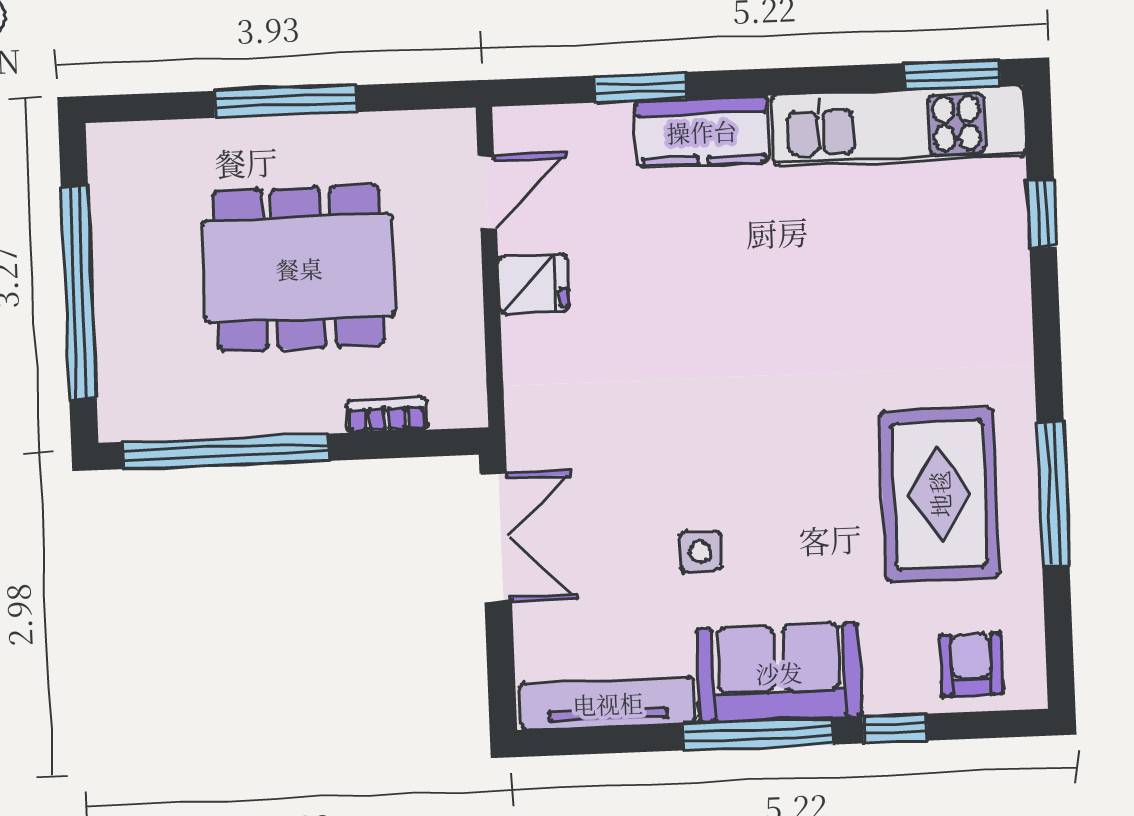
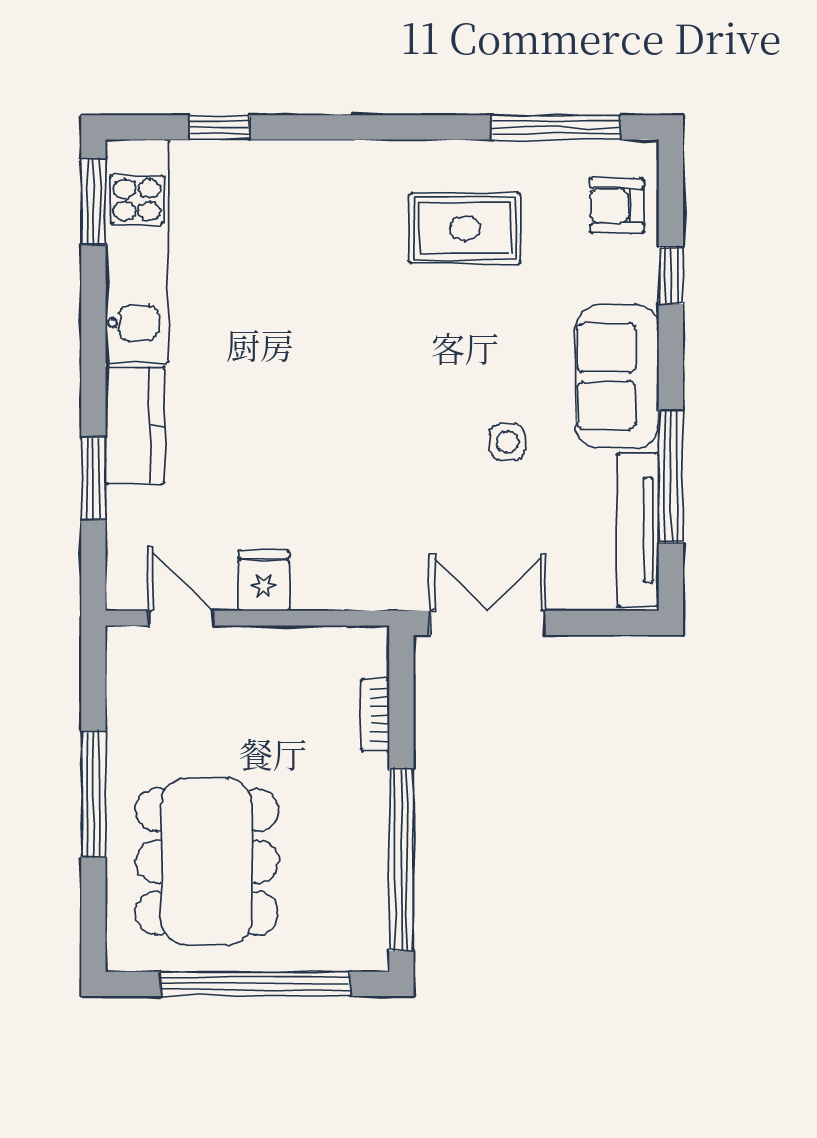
dining table: (299, 268) -> (207, 861), moved
rug: (939, 494) -> (465, 228), width x0.73, depth x0.70
window: (1053, 494) -> (556, 127), moved
window: (758, 734) -> (671, 476), moved

